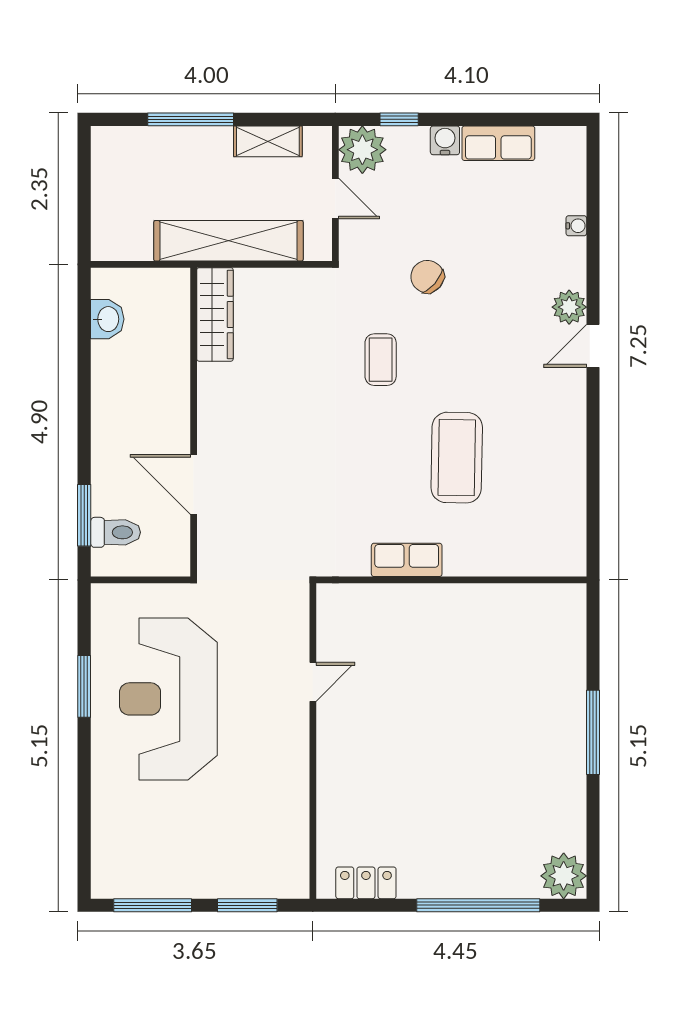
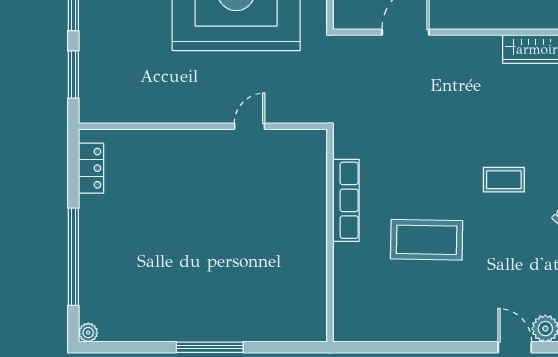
row of seats: (407, 560) -> (346, 200), width x1.48
door: (313, 682) -> (250, 126), swing flipped
plant: (564, 876) -> (88, 333), width x0.53, depth x0.53

